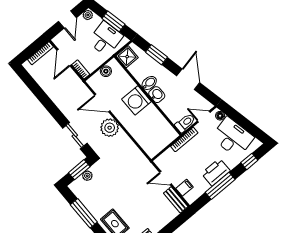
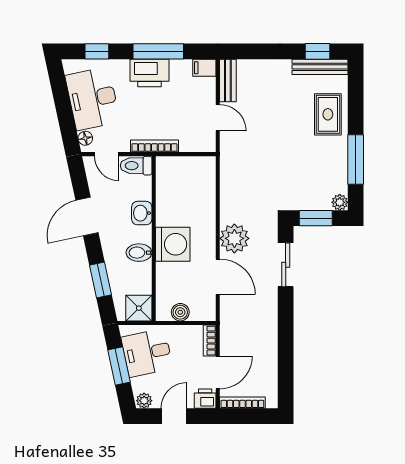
printer: (60, 40) -> (205, 399), added
washbasin: (157, 95) -> (142, 213), moved
plant: (87, 176) -> (340, 202), moved
filing cabinet: (184, 188) -> (204, 68), moved

